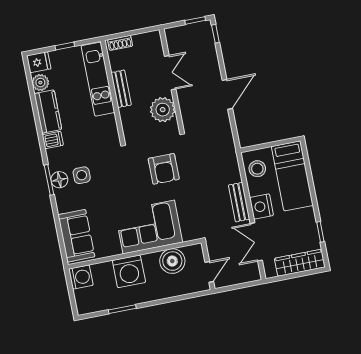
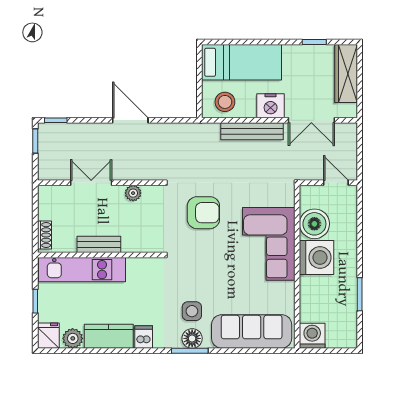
plant: (163, 110) -> (133, 193), width x0.53, depth x0.53
bench: (239, 202) -> (252, 131), width x1.36
sofa: (76, 236) -> (252, 331), width x1.36
washing machine: (129, 271) -> (317, 258), moved

